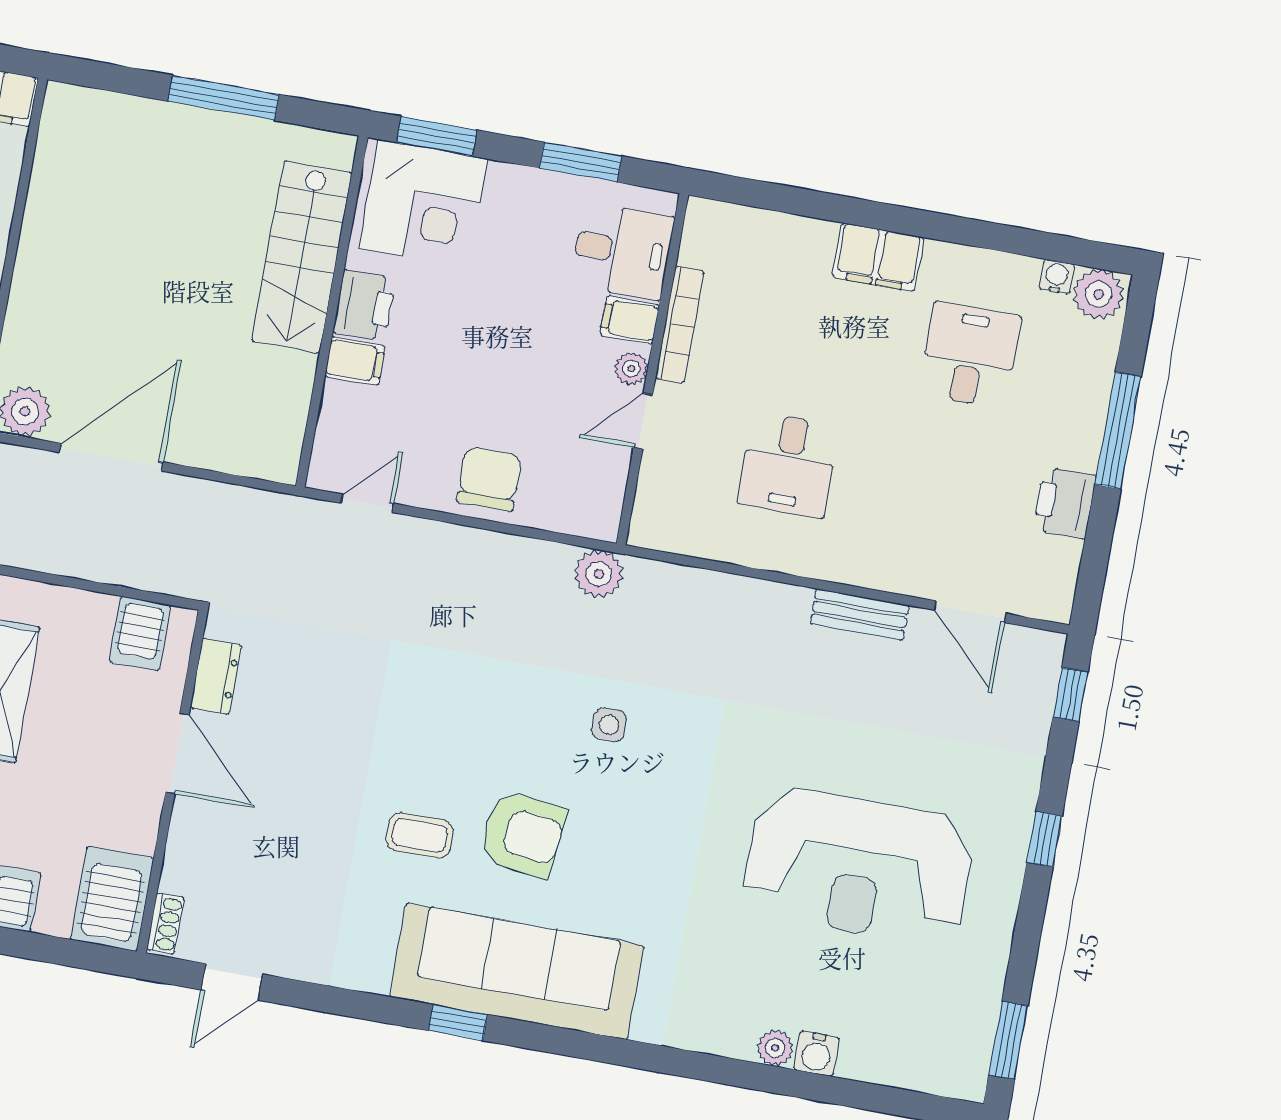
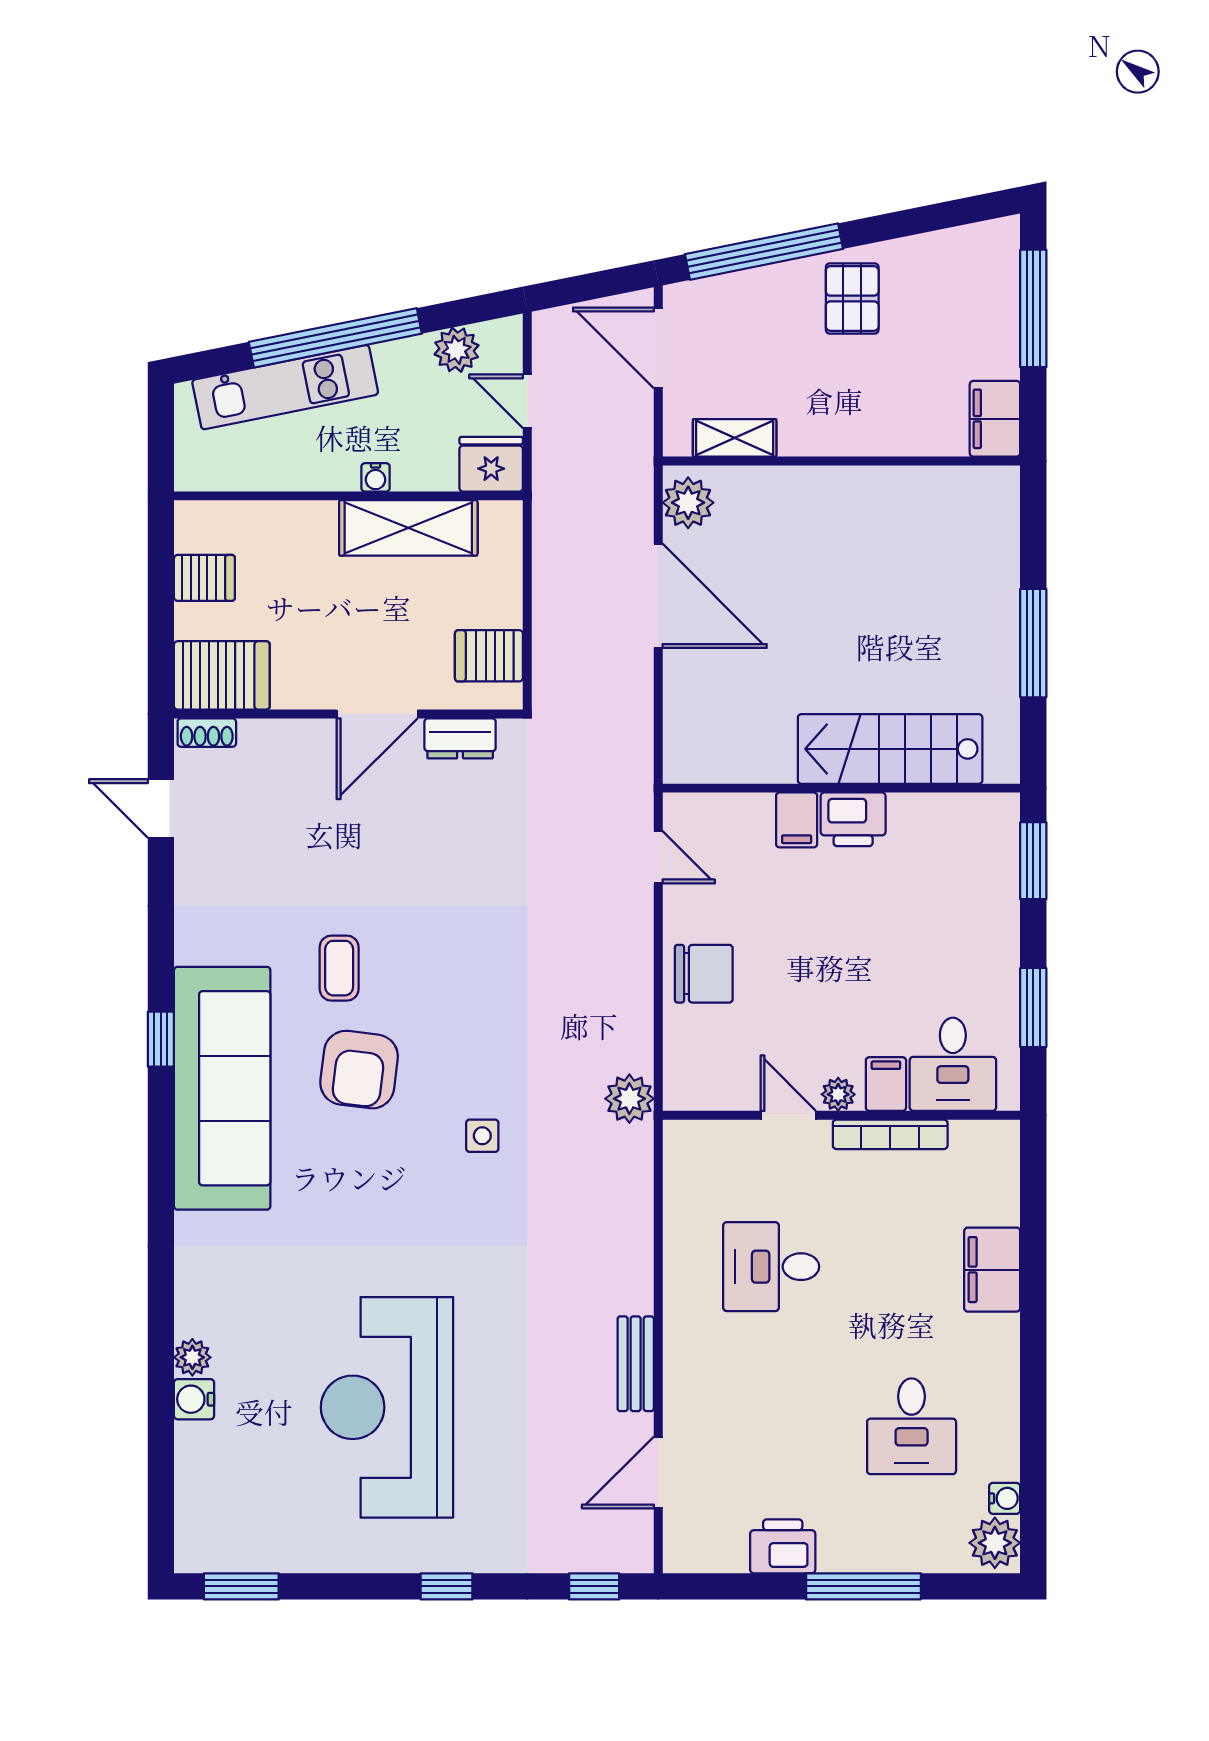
corner desk: (423, 204) -> (964, 859), removed
filing cabinet: (878, 257) -> (992, 1270), moved
desk: (970, 355) -> (912, 1426), turned 90

